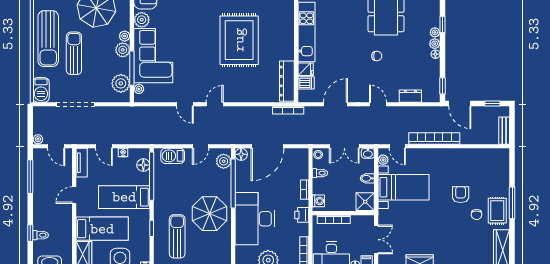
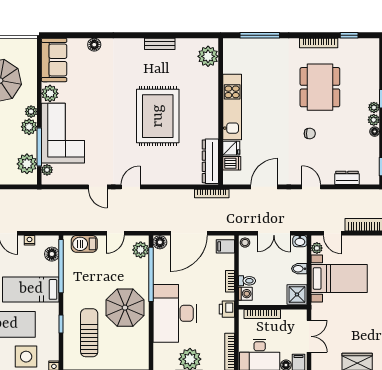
filing cabinet: (300, 158) -> (225, 246), added
toilet: (320, 173) -> (247, 281), moved

